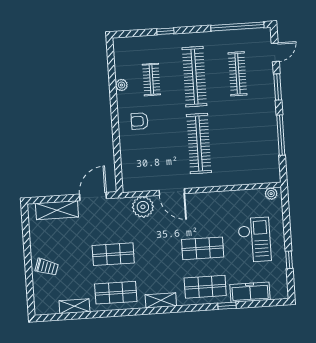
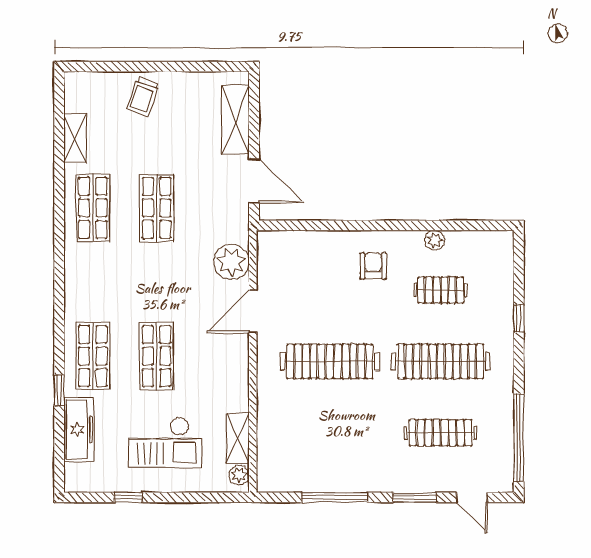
shelving: (161, 300) -> (238, 438), moved

